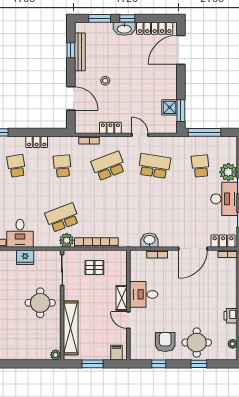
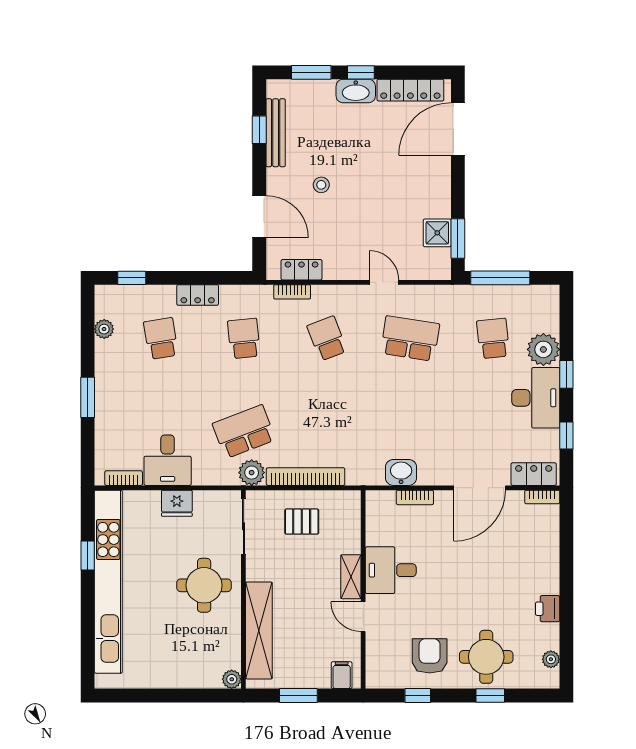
locker: (110, 128) -> (302, 270), moved
school desk: (108, 166) -> (327, 338), width x0.54

